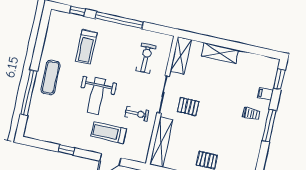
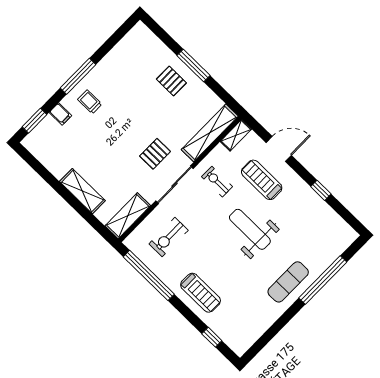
window: (119, 20) -> (149, 275), moved
treadmill: (86, 47) -> (201, 293), moved, turned 90
weight bench: (96, 96) -> (250, 229), turned -90
pallet: (188, 107) -> (155, 154), turned 90
treadmill: (109, 133) -> (262, 180), turned 180
shelving: (143, 151) -> (236, 135), added

